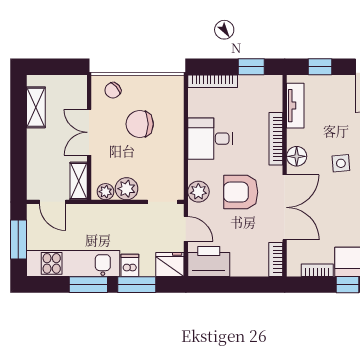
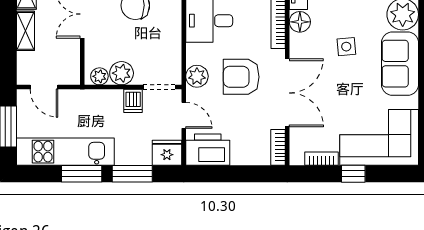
floor lamp: (297, 156) -> (300, 22), moved
shelving: (79, 181) -> (26, 31), moved
dishwasher: (130, 265) -> (133, 101), moved, turned 180

